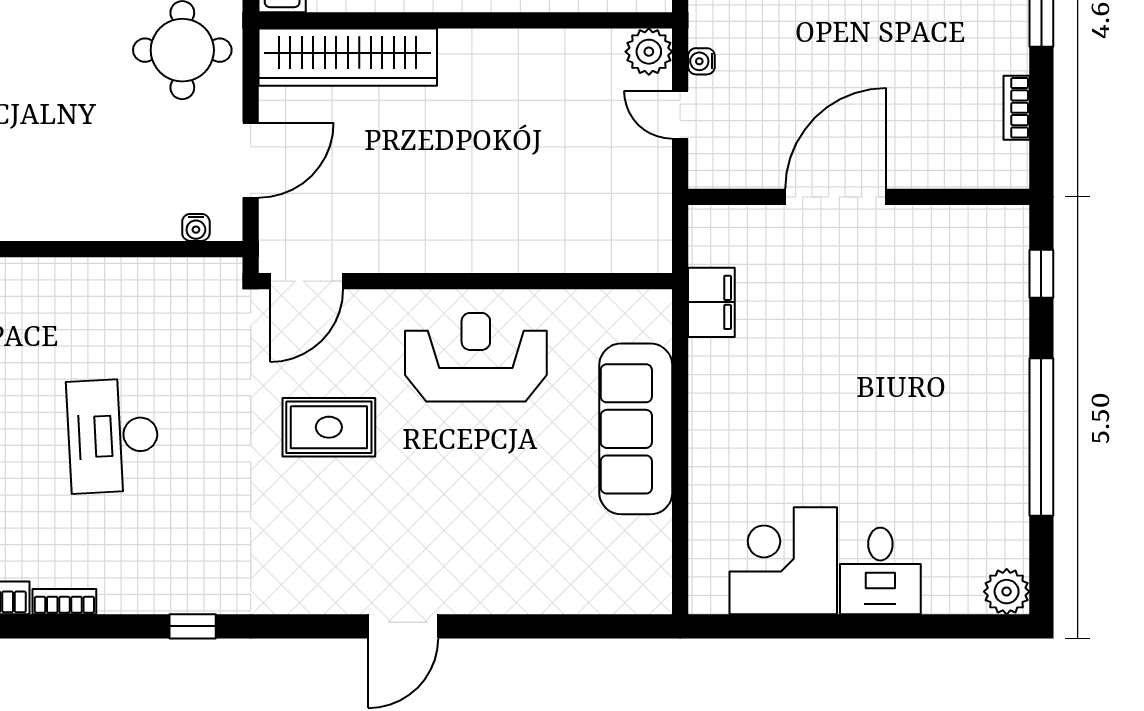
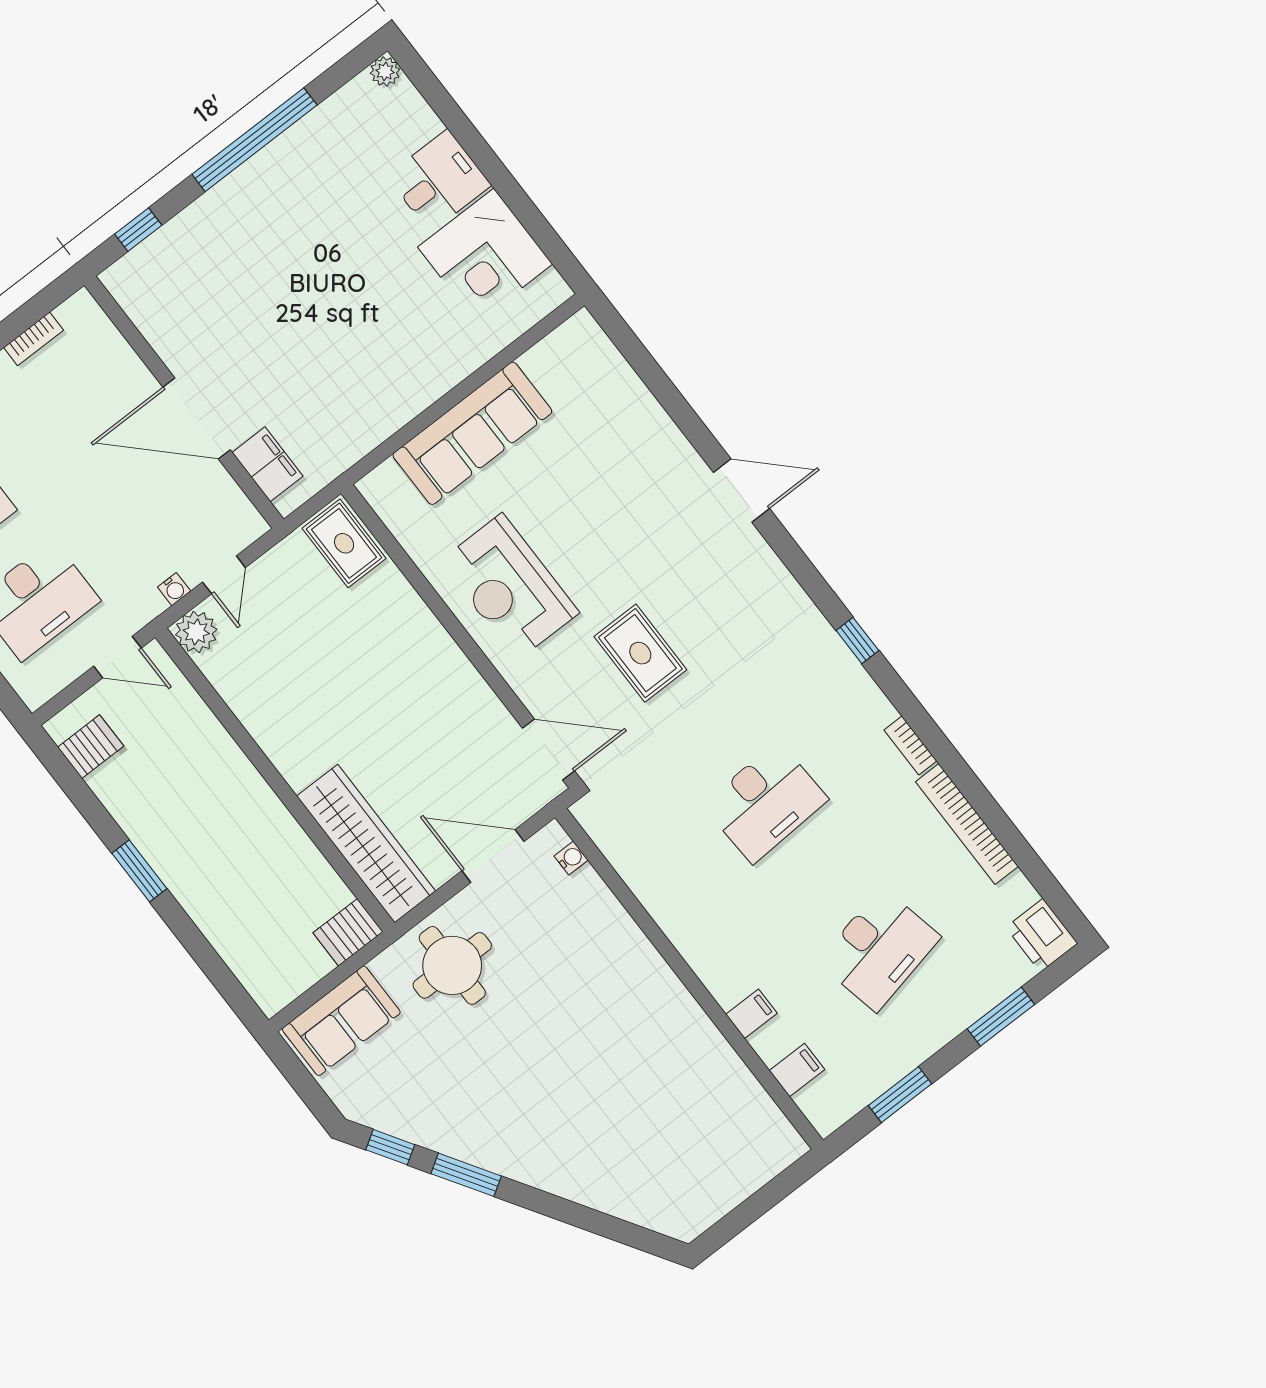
rug: (626, 242) -> (344, 543), added
filing cabinet: (711, 302) -> (268, 464), moved, turned 90
plant: (1007, 592) -> (385, 71), width x0.73, depth x0.73

